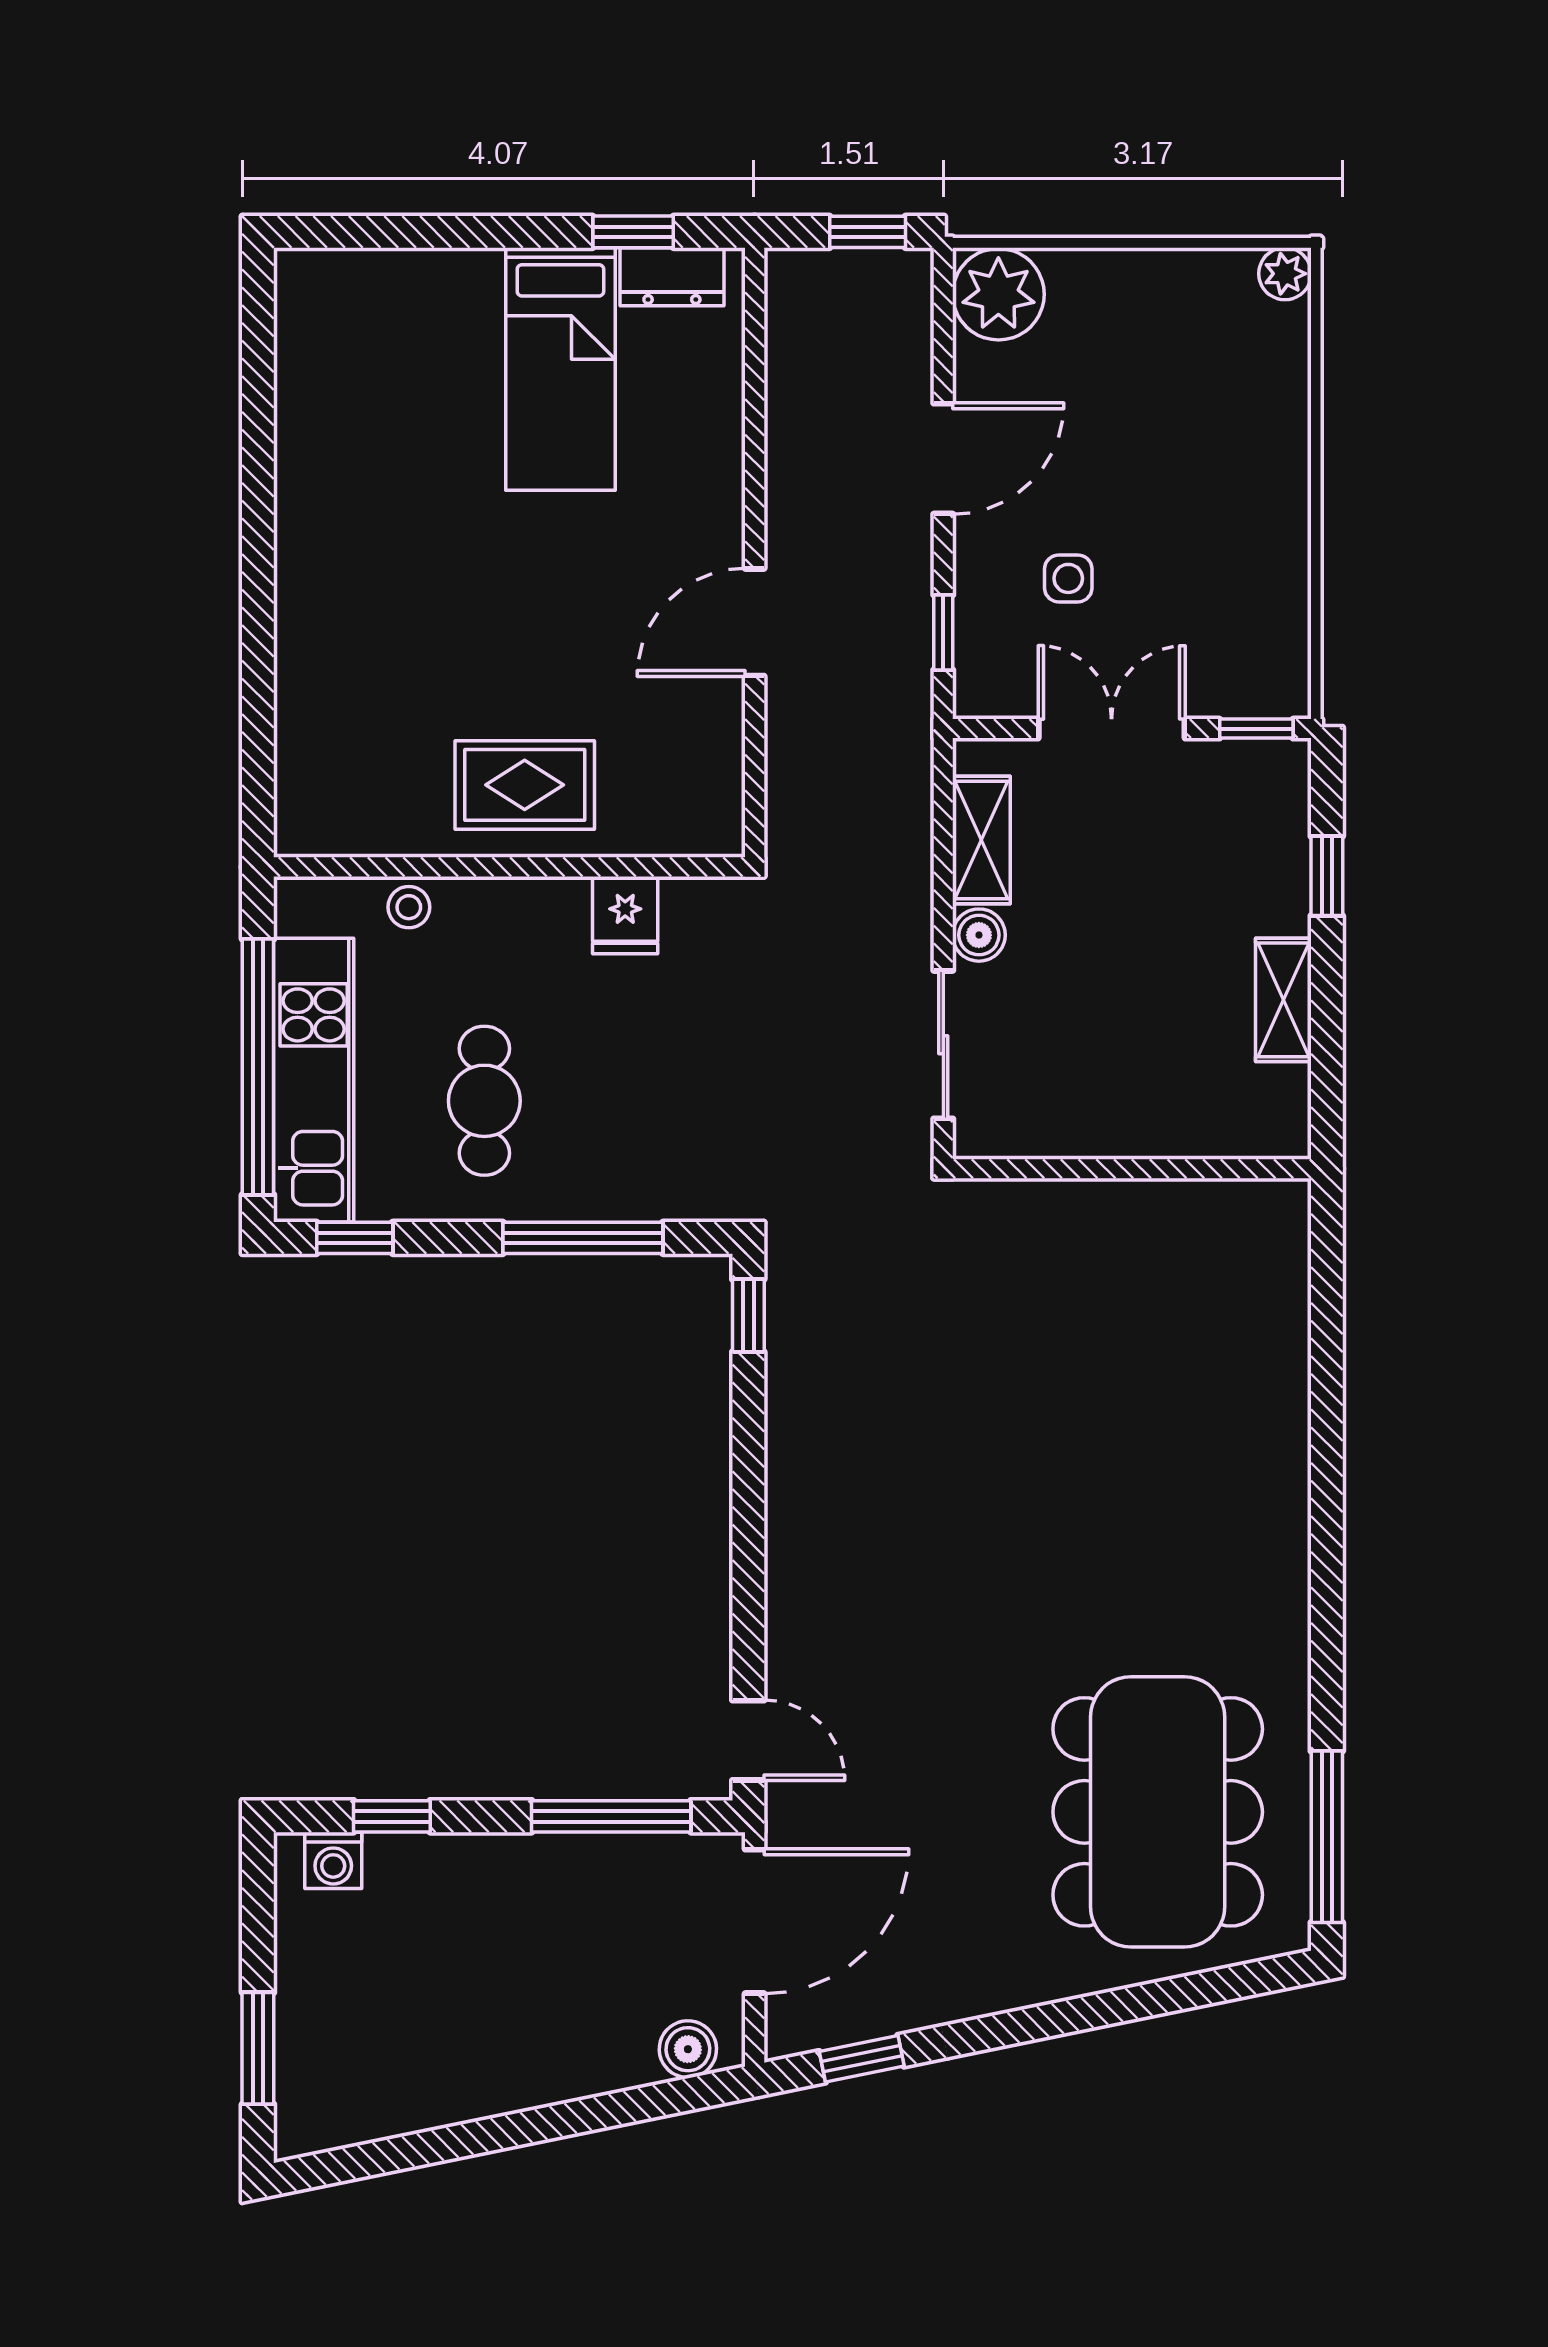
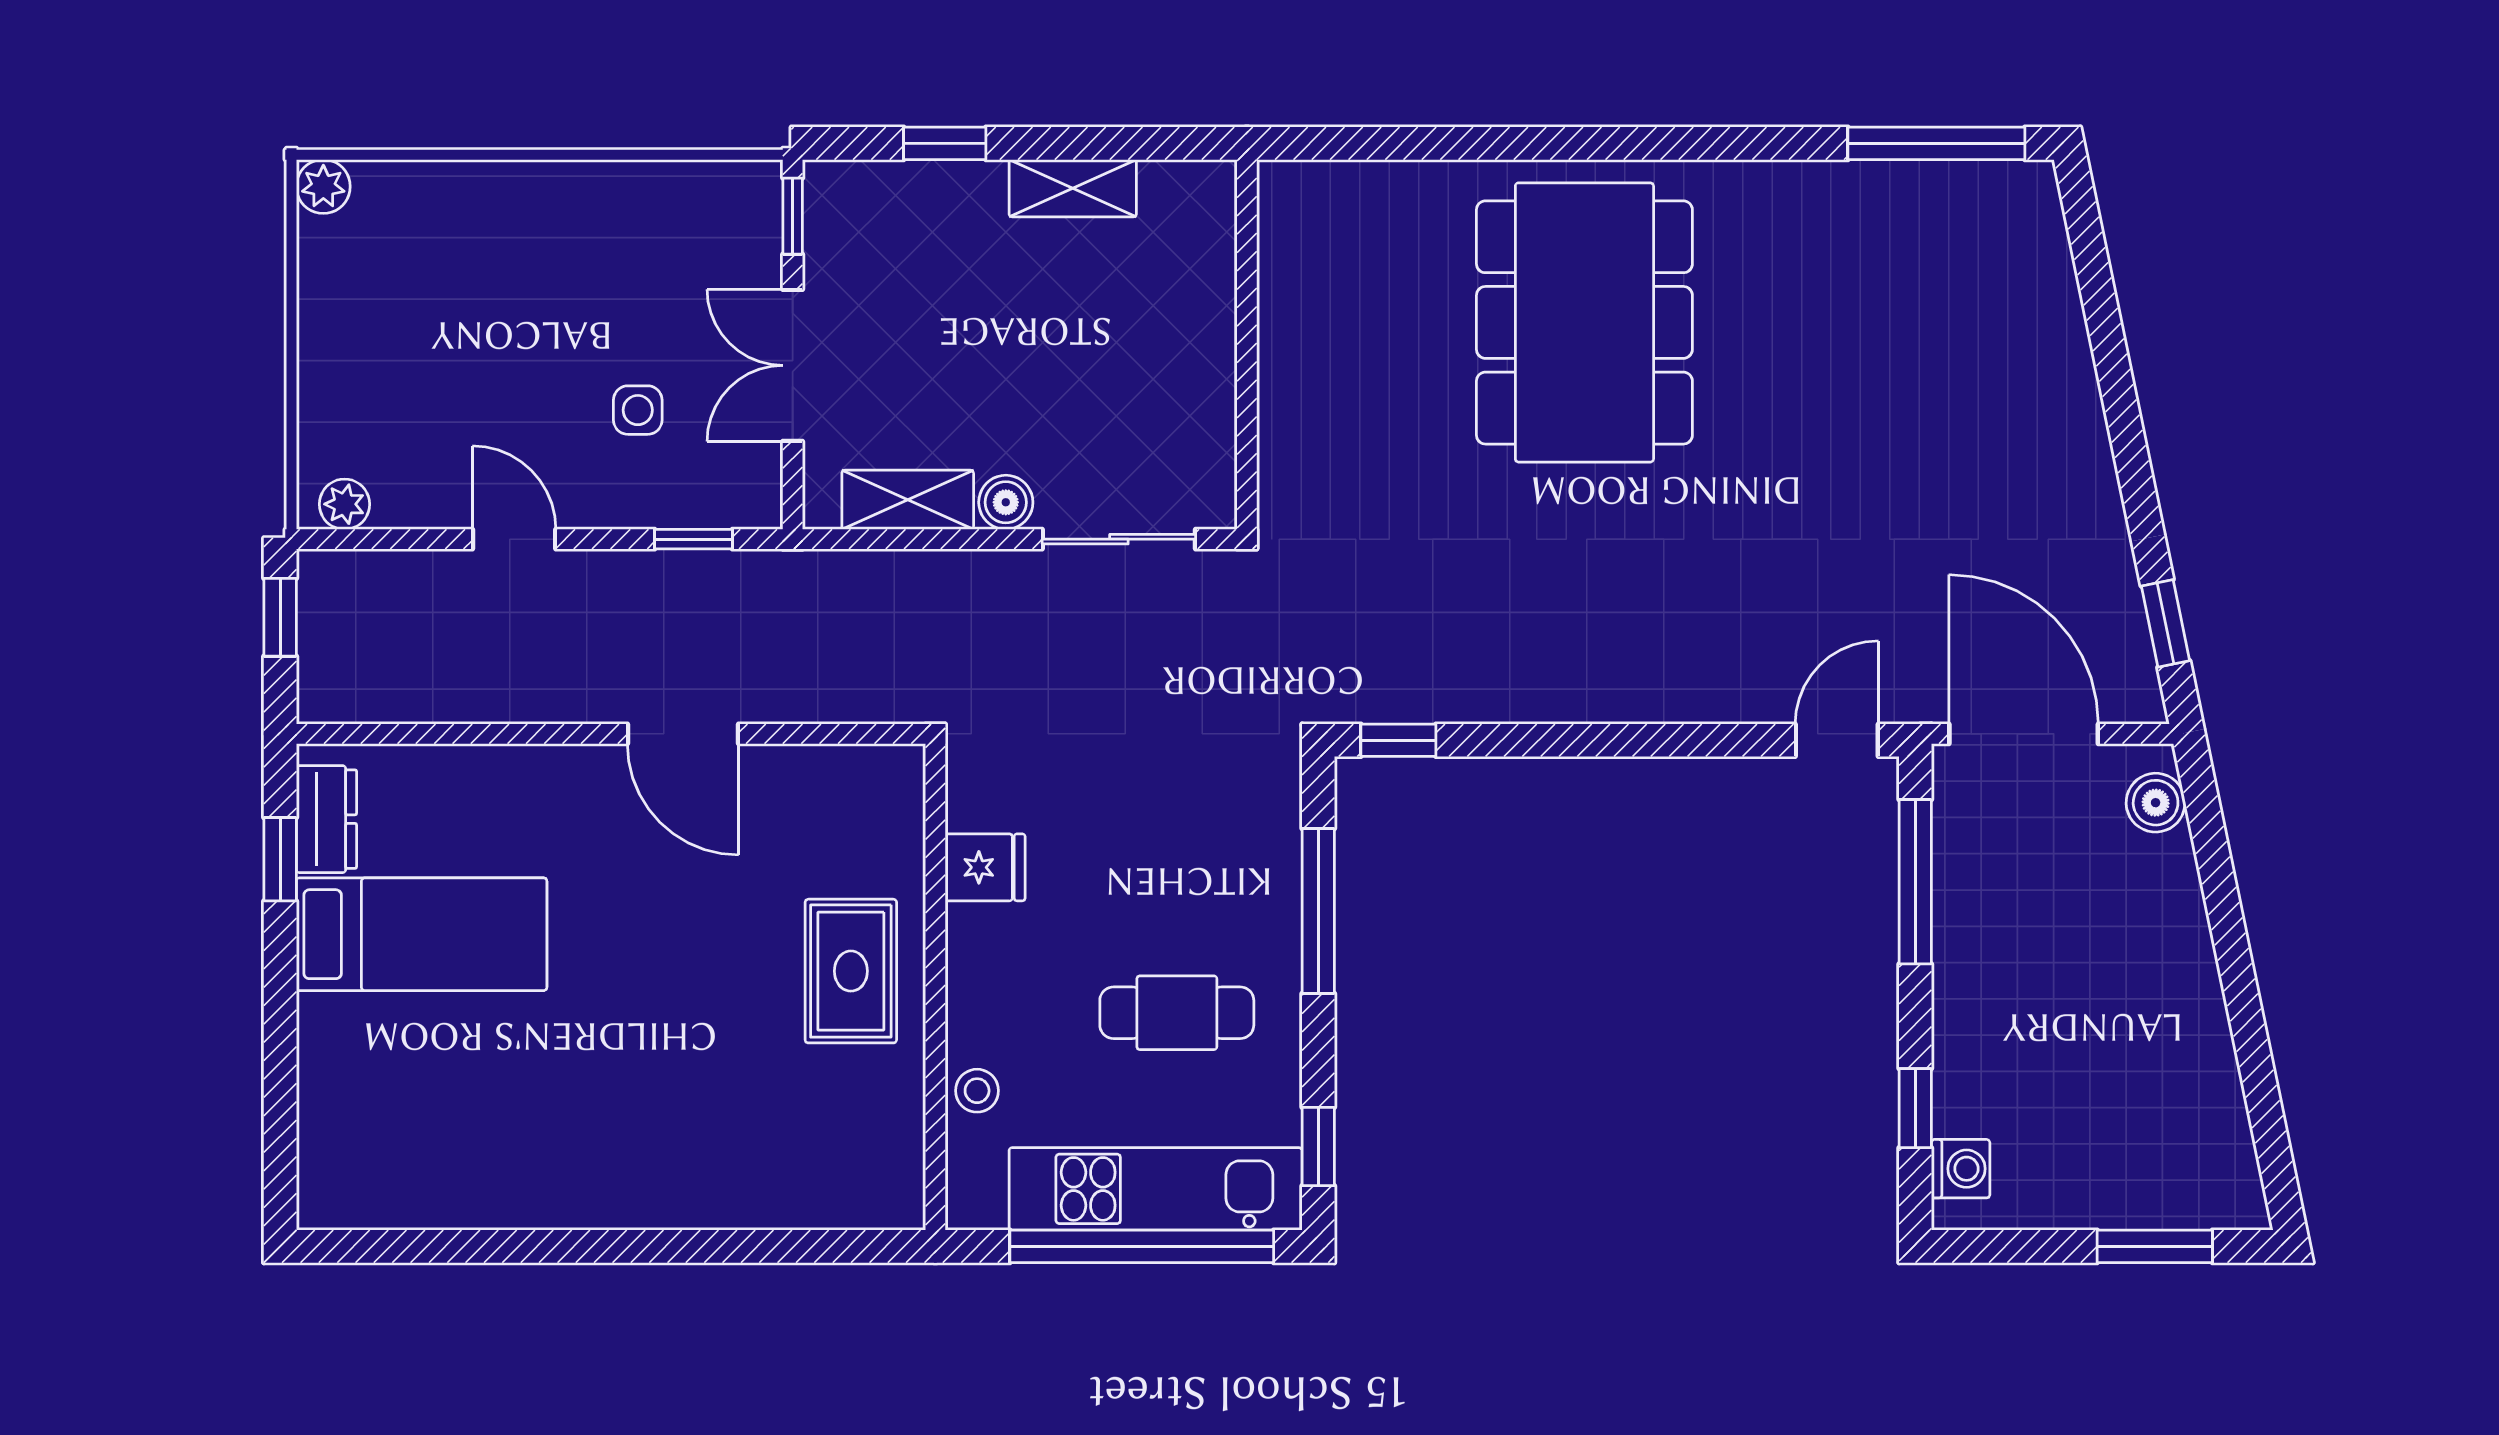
plant: (998, 294) -> (344, 504), width x0.53, depth x0.53
door: (943, 459) -> (514, 539), width x0.73
dining table: (1158, 1812) -> (1584, 322), moved, turned 90

